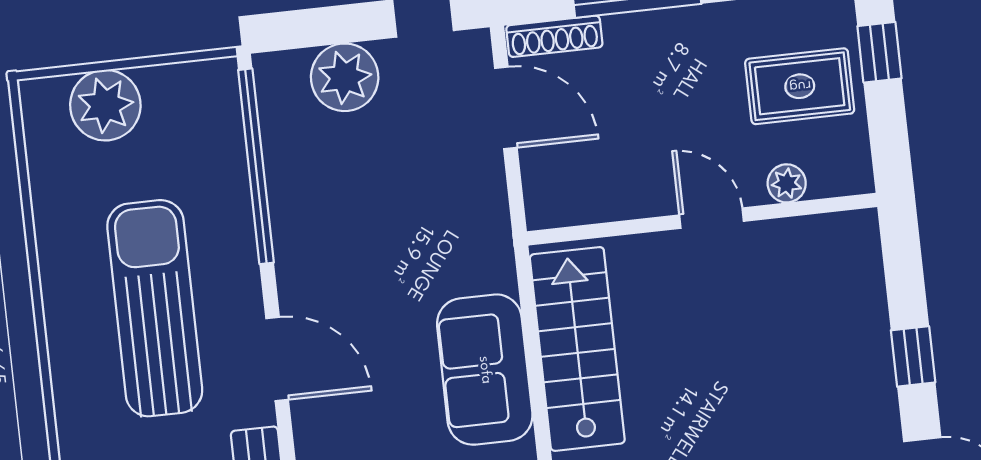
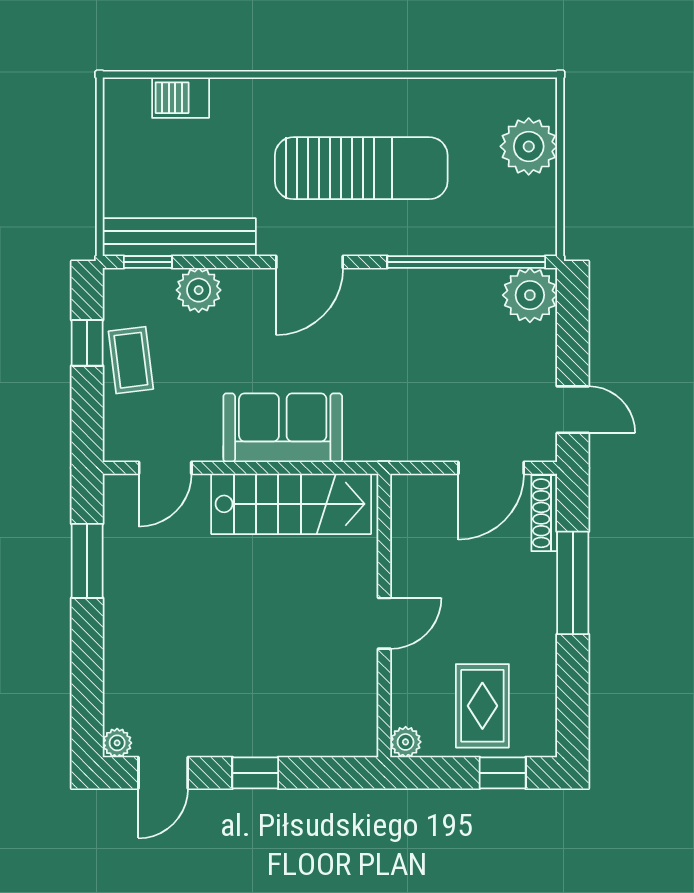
plant: (345, 77) -> (530, 295), moved
plant: (787, 183) -> (406, 742), moved

